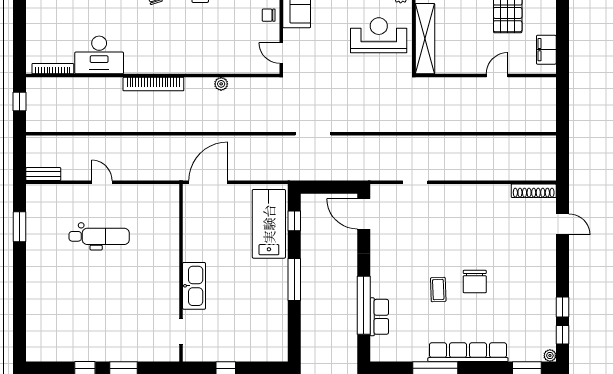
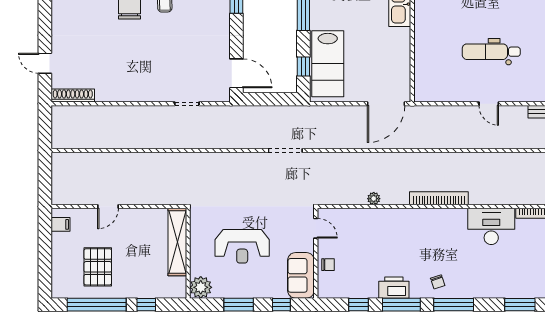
reception desk: (379, 35) -> (242, 246), moved
filing cabinet: (546, 50) -> (61, 224), width x0.50

